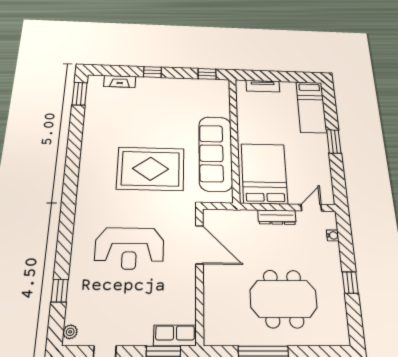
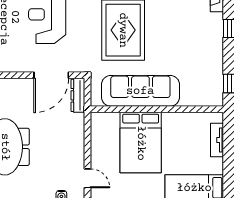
bed: (264, 173) -> (141, 143), moved, turned 90
dresser: (277, 217) -> (78, 95), moved

